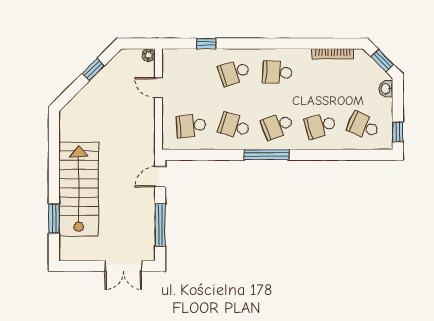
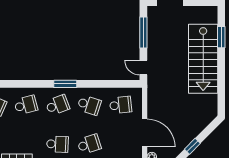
door: (158, 88) -> (145, 133), width x1.88
window: (267, 155) -> (65, 84), width x0.69
door: (160, 177) -> (143, 68), swing flipped

